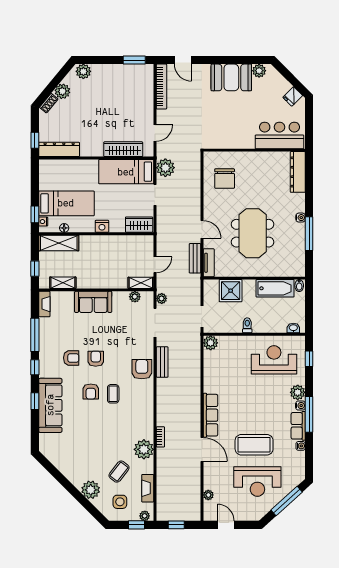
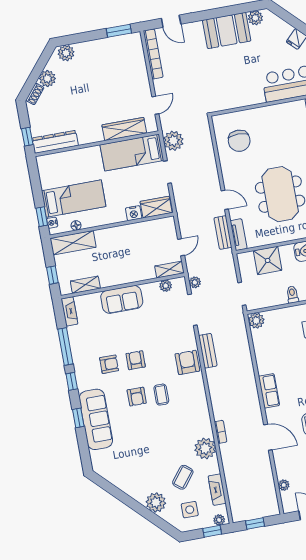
nightstand: (102, 226) -> (134, 213), moved
row of seats: (210, 415) -> (269, 391), width x0.68

